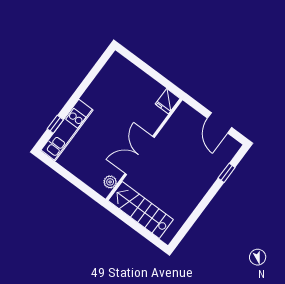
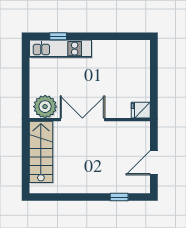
plant: (110, 182) -> (45, 107), width x1.88, depth x1.88

